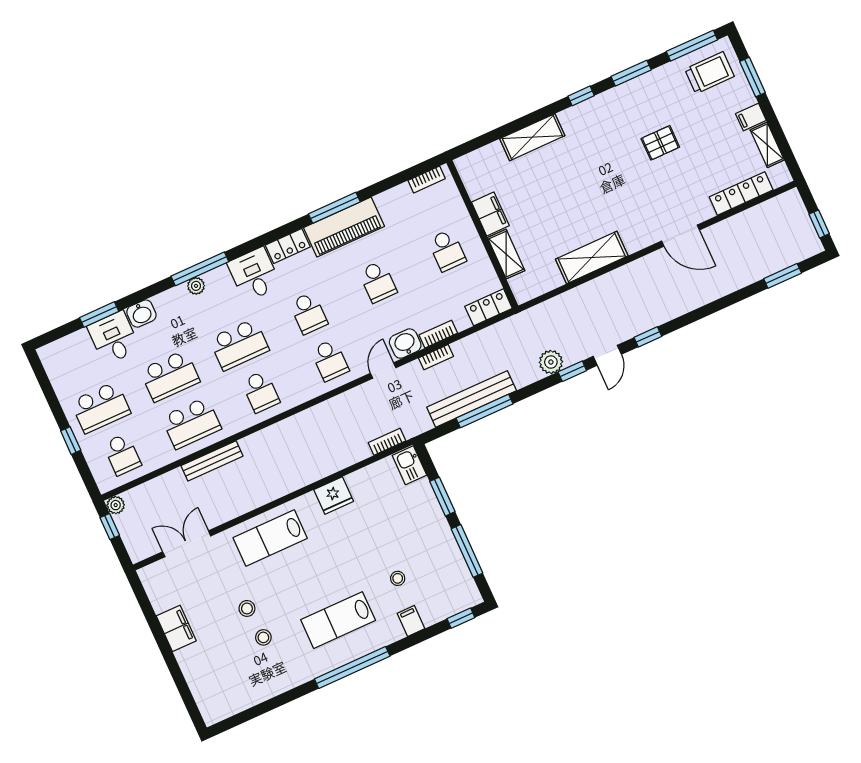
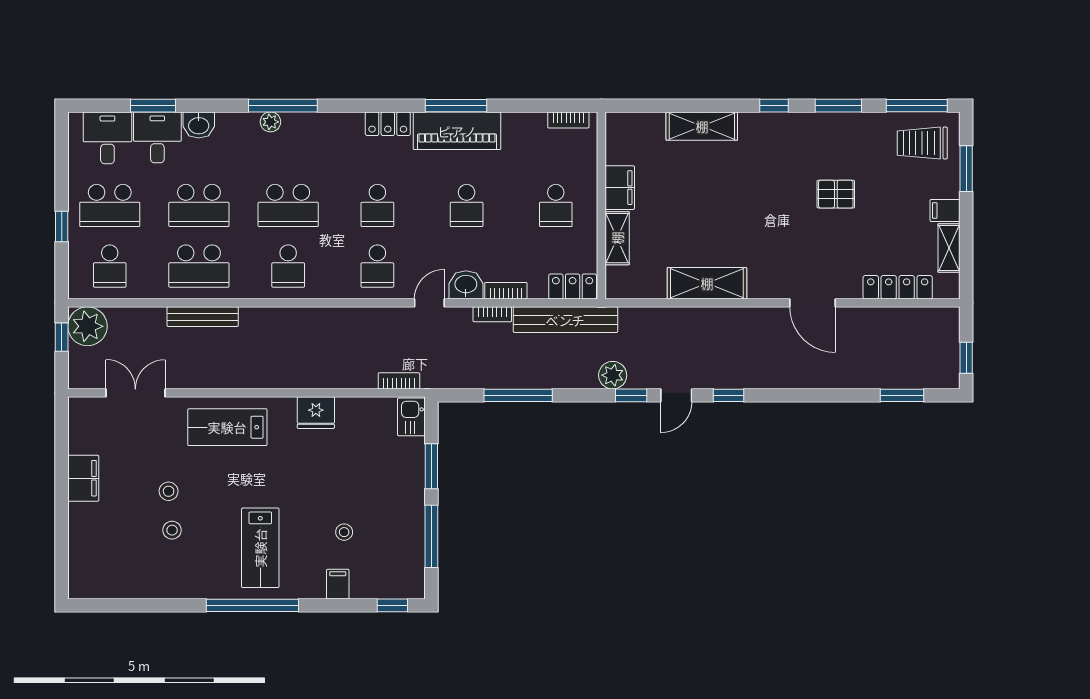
trolley: (709, 73) -> (922, 143), turned 180
desk: (254, 274) -> (107, 138), moved
bench: (472, 399) -> (565, 320), moved
plant: (116, 505) -> (87, 326), width x1.87, depth x1.87
lab bench: (338, 620) -> (260, 548), turned -90

